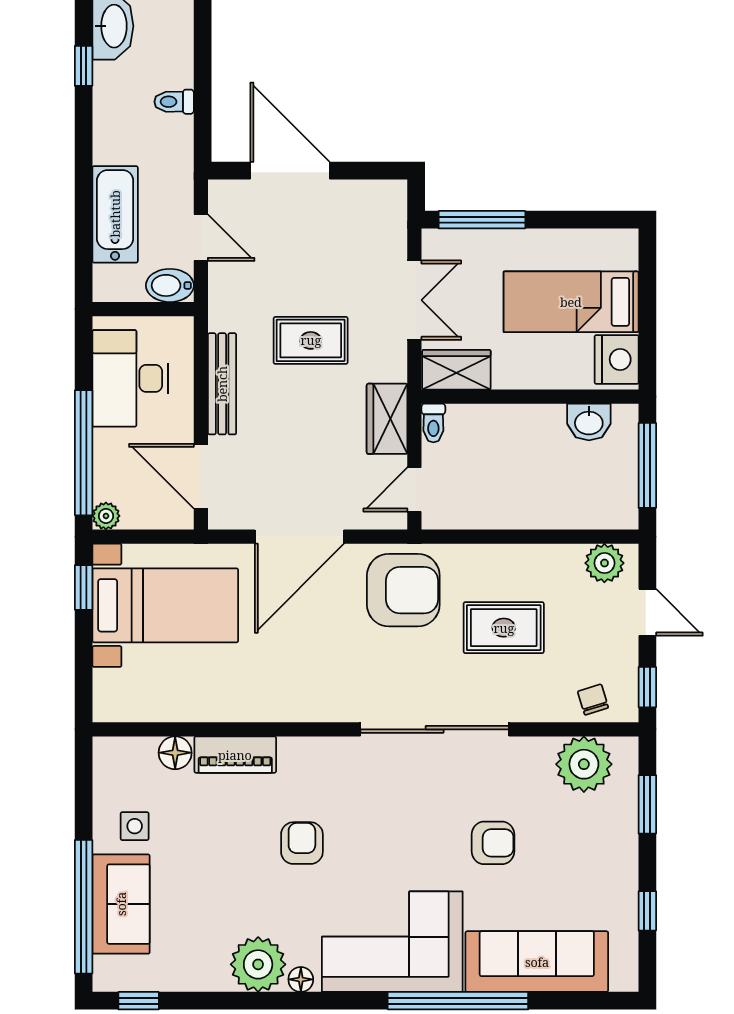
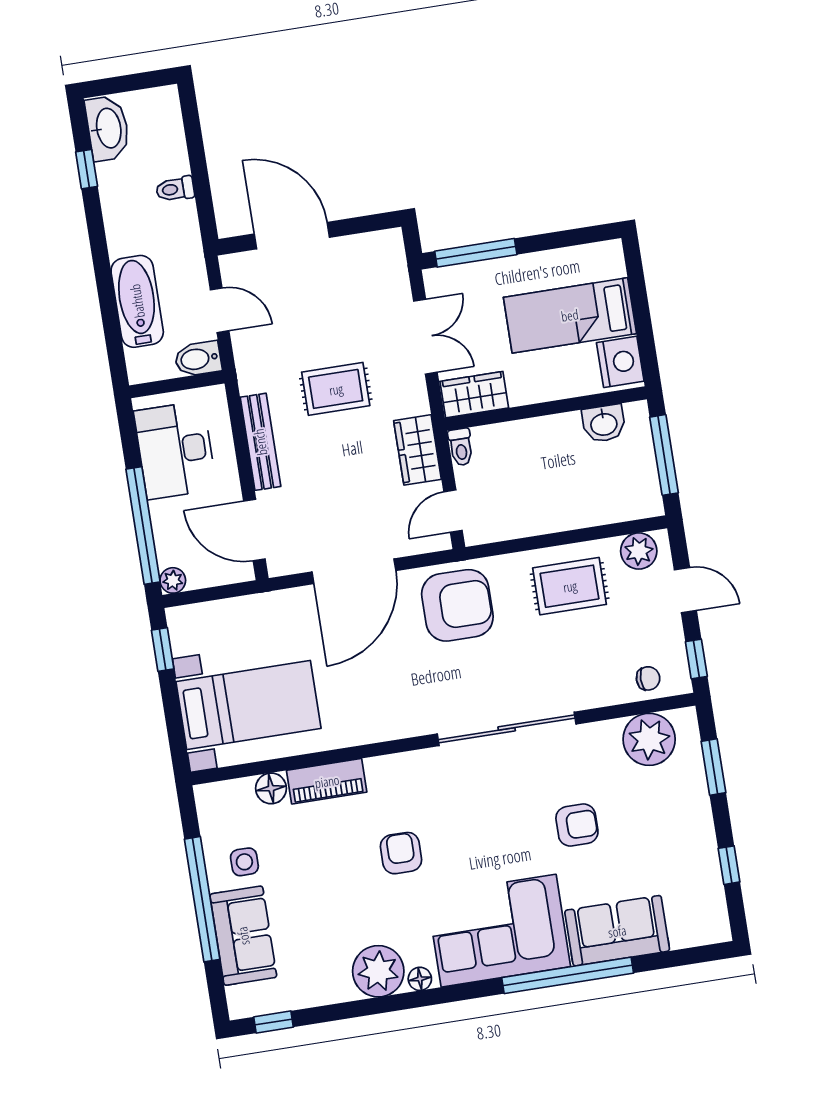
bed with nightstands: (165, 605) -> (249, 705), moved
rug: (504, 628) -> (570, 586), moved
chair: (593, 700) -> (648, 678), turned 107
window: (84, 907) -> (202, 899), moved
sofa: (537, 962) -> (617, 931), width x0.73

